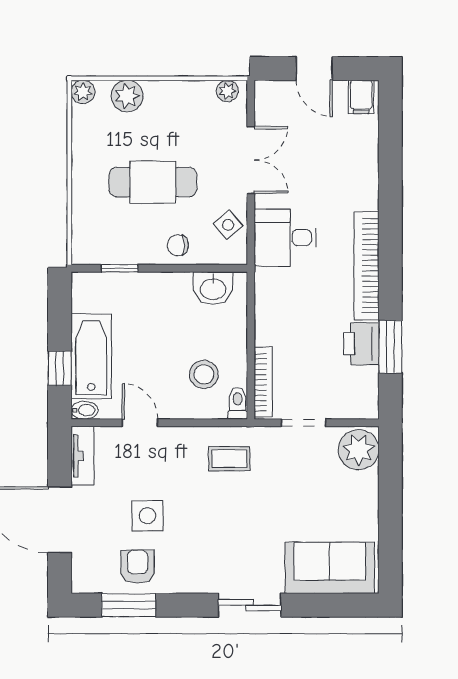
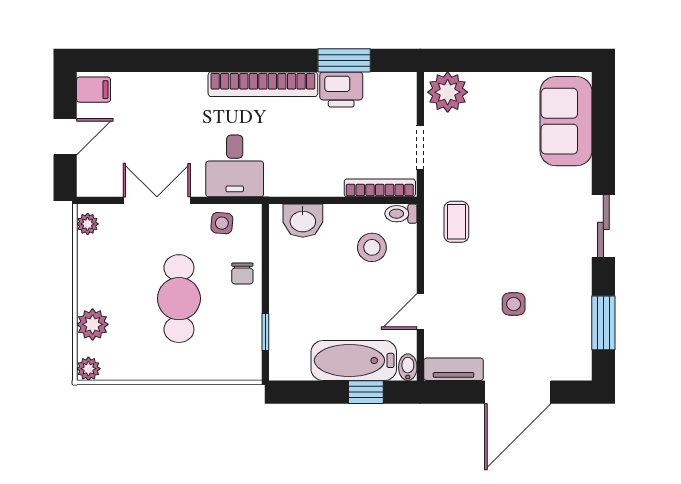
side table: (228, 225) -> (222, 223), turned 45
washbasin: (213, 288) -> (303, 221), moved, turned 90
side table: (147, 516) -> (514, 304), width x0.73, depth x0.73
armchair: (137, 567) -> (565, 314), removed
sliding door: (250, 605) -> (603, 226), moved

